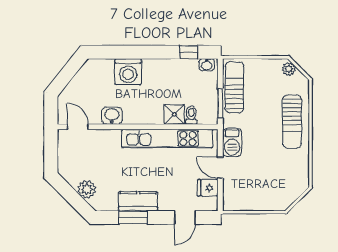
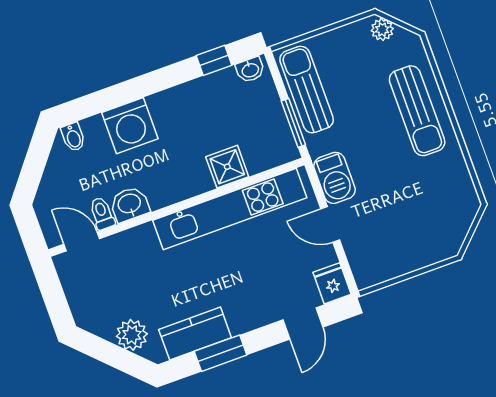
bidet: (94, 67) -> (73, 137), added
toilet: (191, 115) -> (102, 213), moved
fridge: (208, 188) -> (332, 283), moved, turned 90
kitchen counter: (138, 201) -> (195, 334), moved

